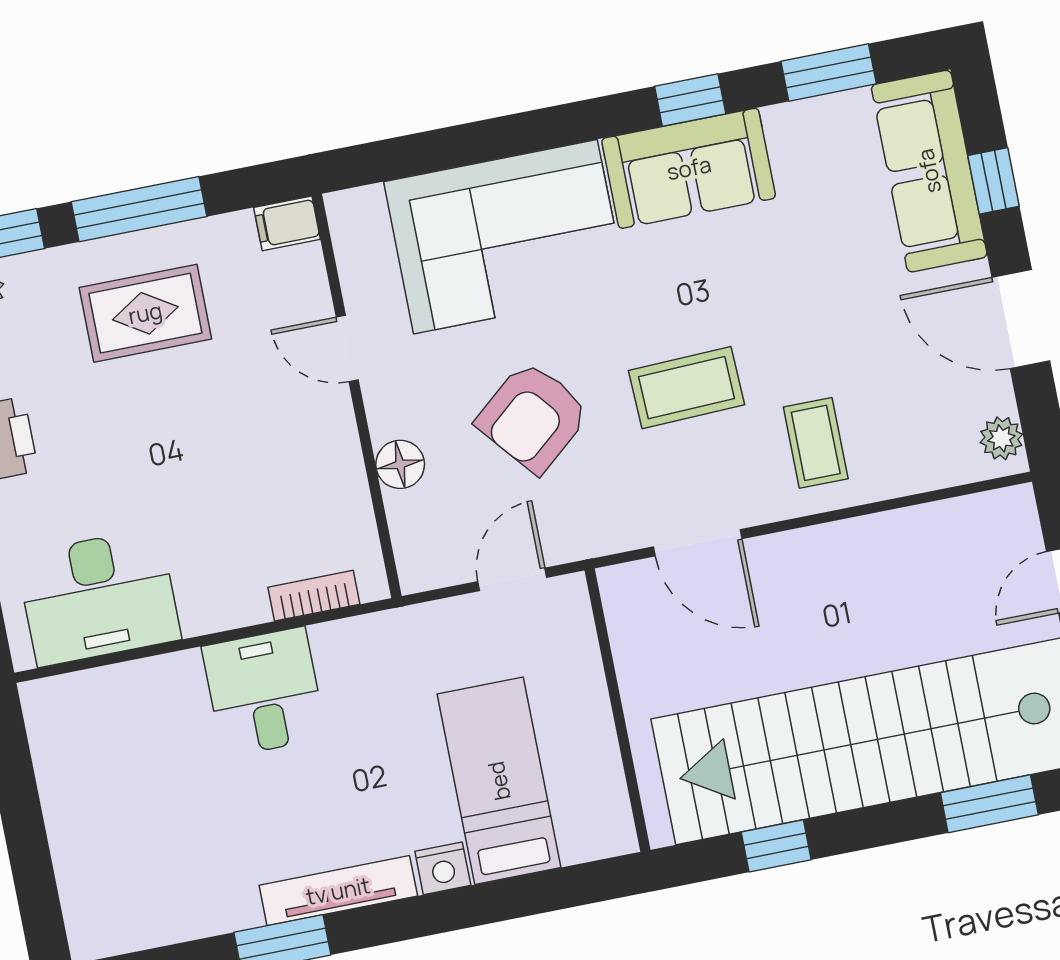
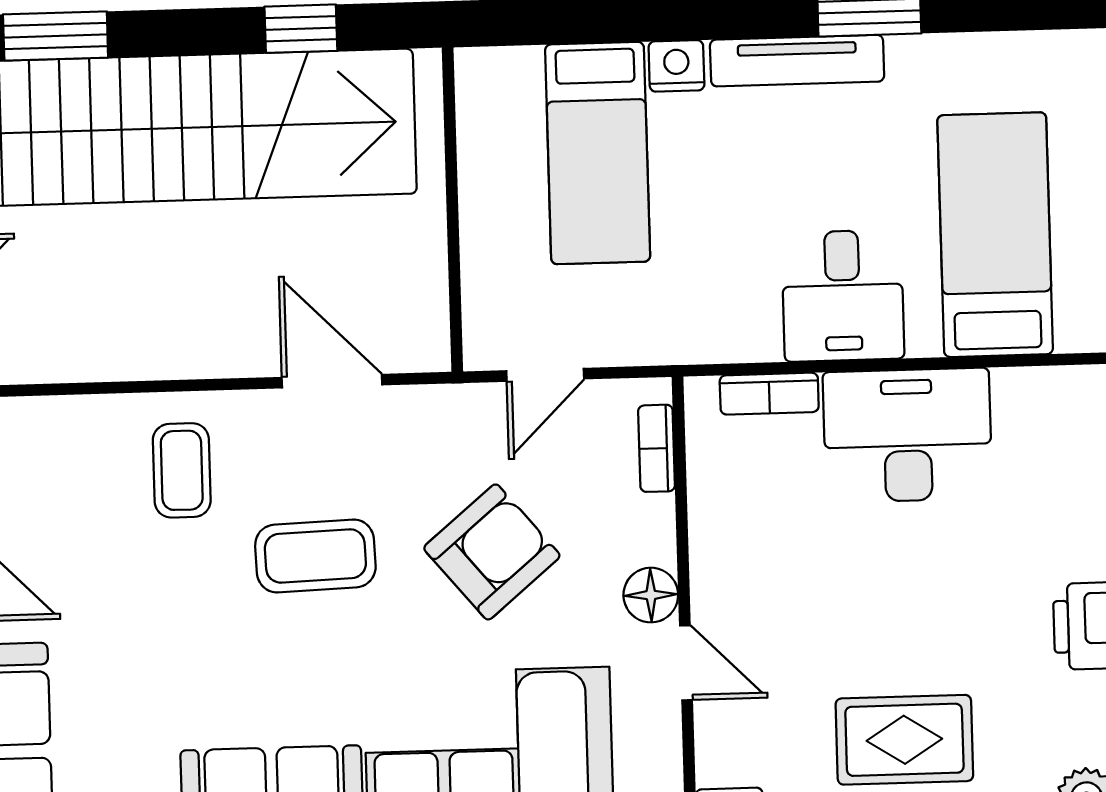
floor lamp: (400, 464) -> (651, 595), moved
bookcase: (404, 531) -> (657, 448), added
desk: (99, 597) -> (907, 435), moved
bed: (140, 768) -> (995, 235), added

